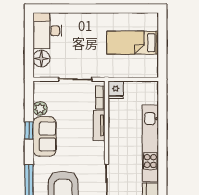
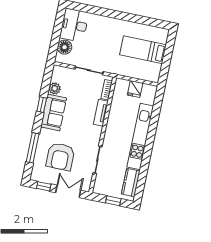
fridge: (116, 90) -> (135, 89), moved

